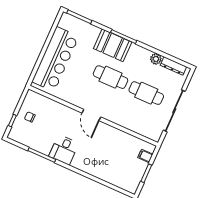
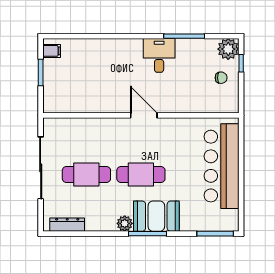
plant: (156, 59) -> (125, 223), moved
plant: (17, 134) -> (228, 49), added
filing cabinet: (145, 156) -> (52, 51), moved

